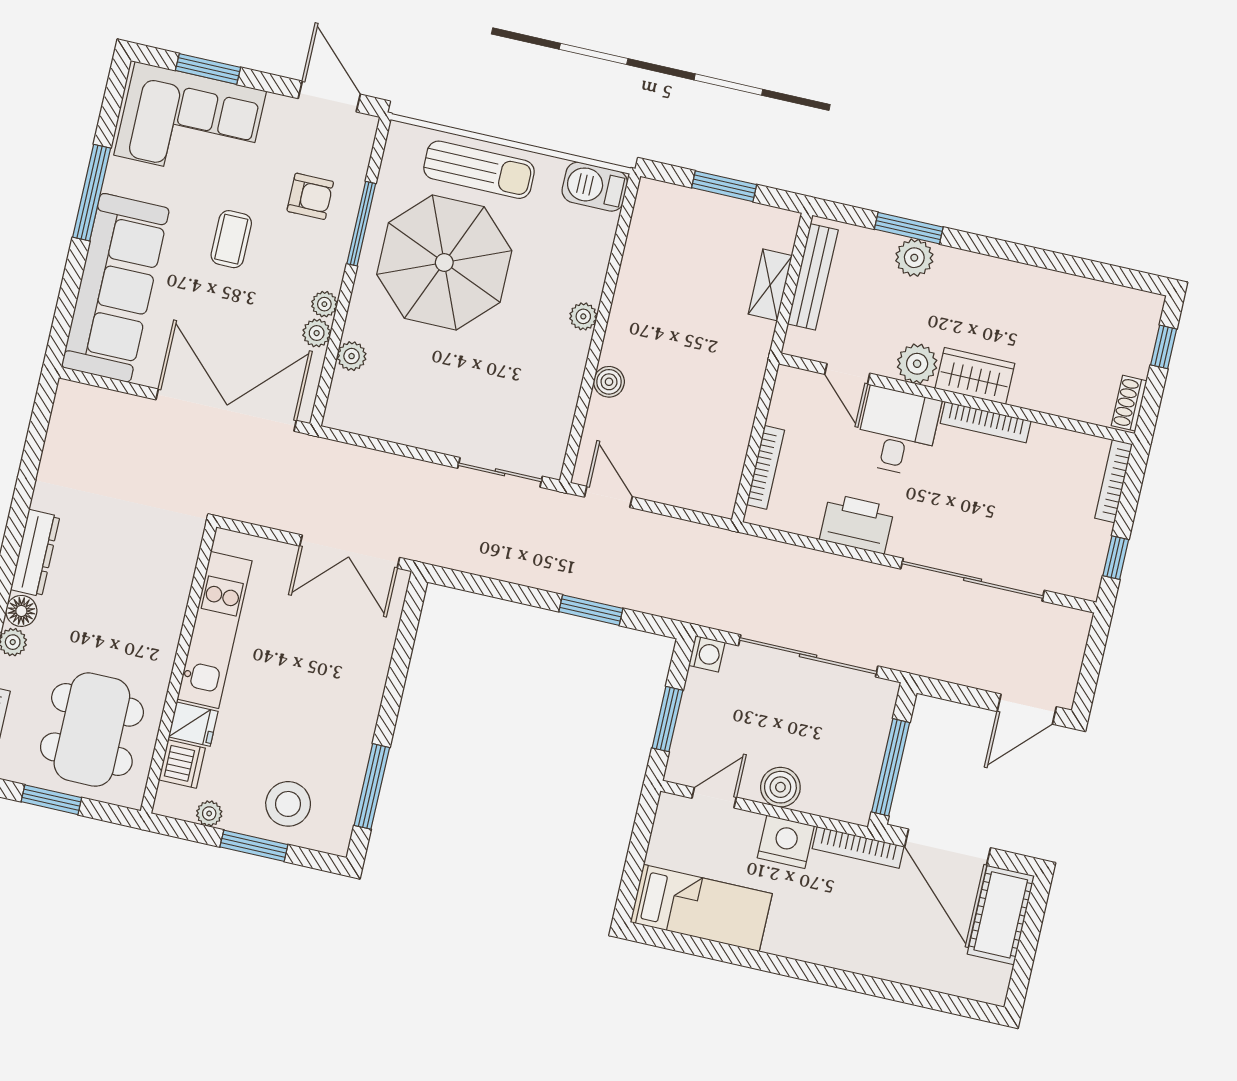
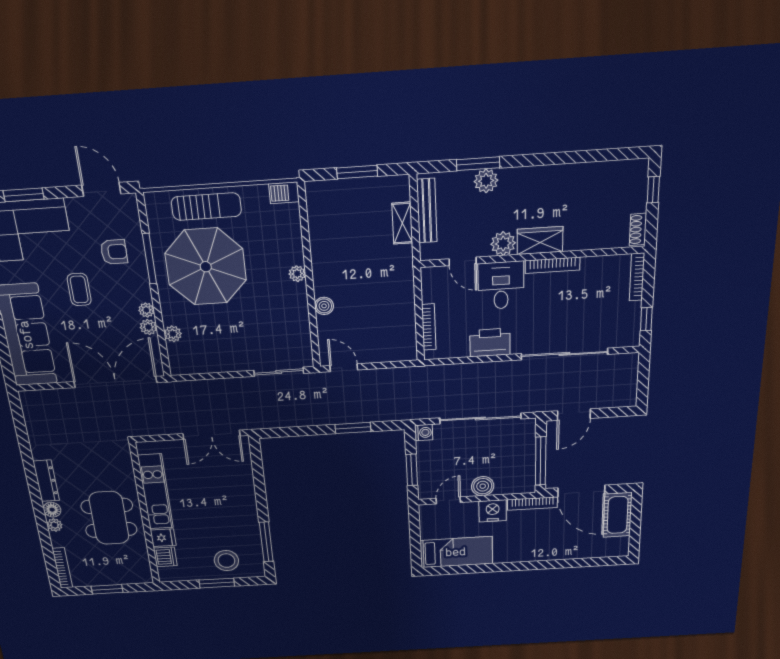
barbecue: (595, 187) -> (284, 193), width x0.73, depth x0.79
door: (1027, 709) -> (574, 415), moved
dining table: (92, 730) -> (109, 518), moved
plant: (209, 813) -> (188, 575), removed

